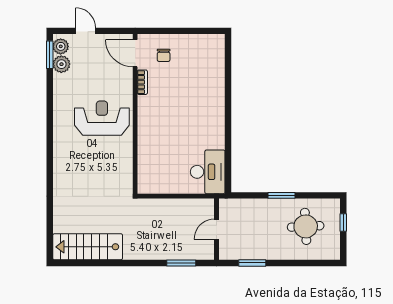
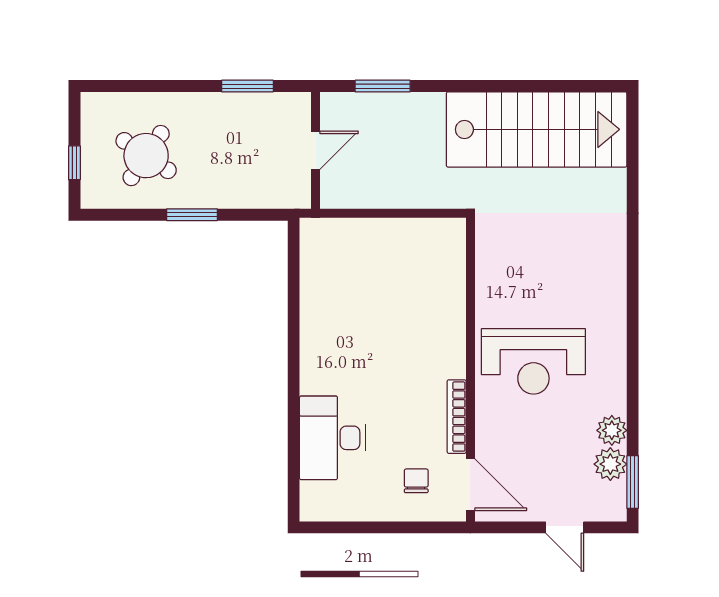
plant: (61, 46) -> (612, 430), moved
bookcase: (142, 82) -> (457, 417), width x1.56
desk: (208, 172) -> (332, 438), moved
round table: (306, 226) -> (146, 156), turned 37
stairs: (88, 247) -> (537, 129), width x1.36, depth x1.51

